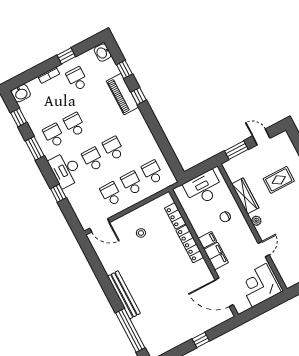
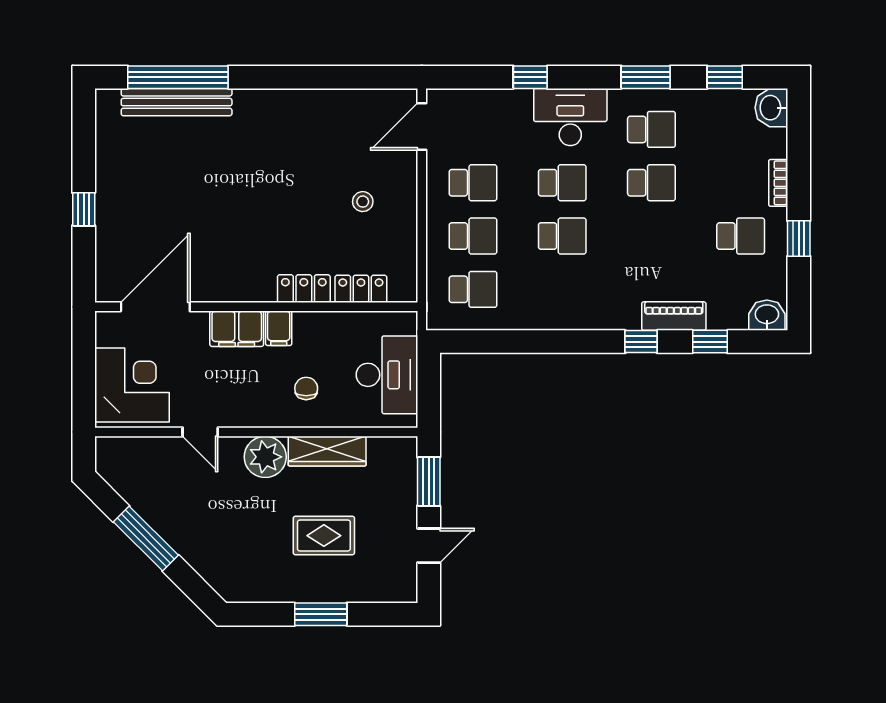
piano: (122, 94) -> (674, 316), width x0.73, depth x0.75
rug: (279, 180) -> (324, 536), turned 90
plant: (256, 221) -> (265, 457), width x1.87, depth x1.87
locker: (190, 244) -> (304, 289), width x0.66
bench: (124, 295) -> (177, 102), moved

